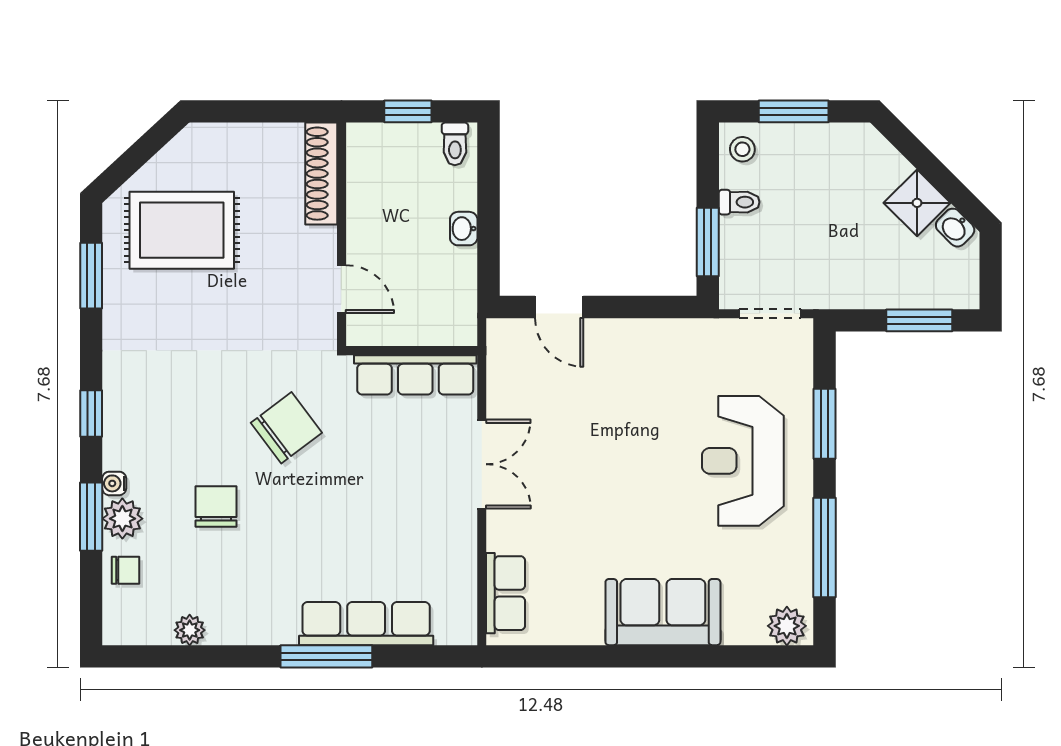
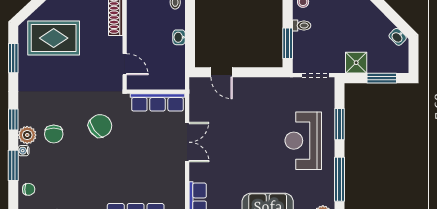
shower: (917, 203) -> (356, 63), moved, turned 45
chair: (216, 507) -> (54, 134), moved, turned 180
plant: (122, 519) -> (27, 135), moved

